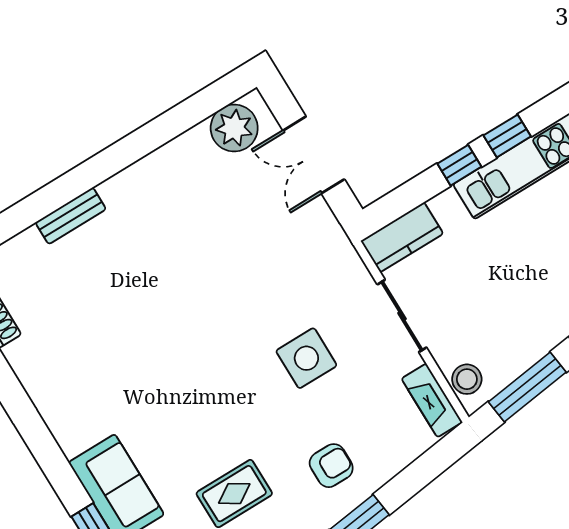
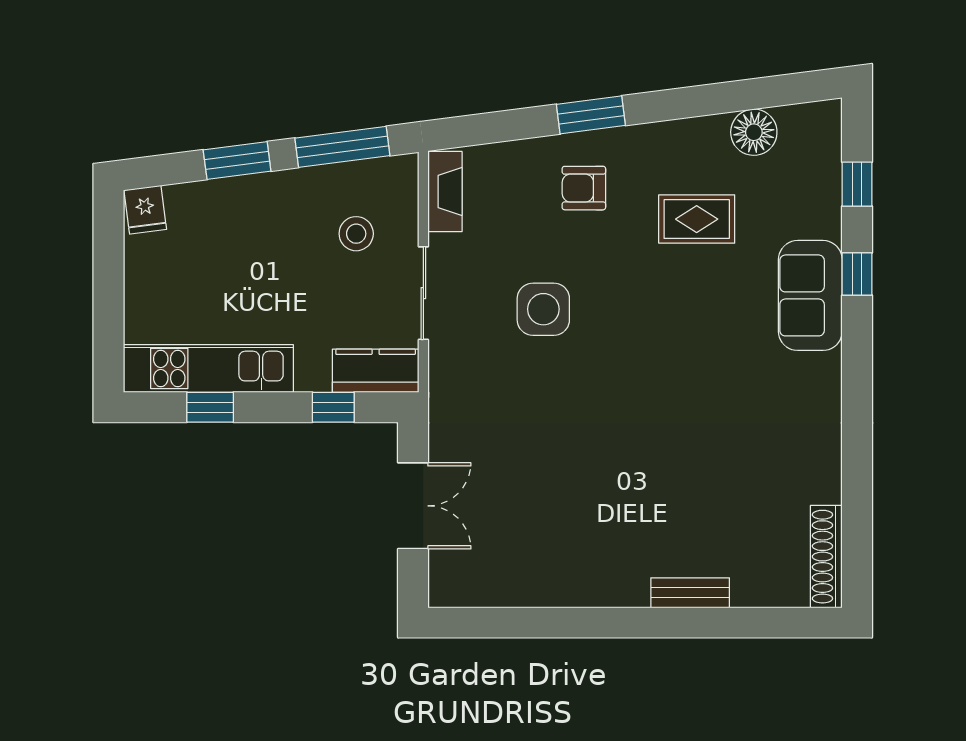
plant: (234, 128) -> (475, 581), removed
window: (459, 165) -> (333, 407), moved
stool: (467, 379) -> (356, 234), moved

